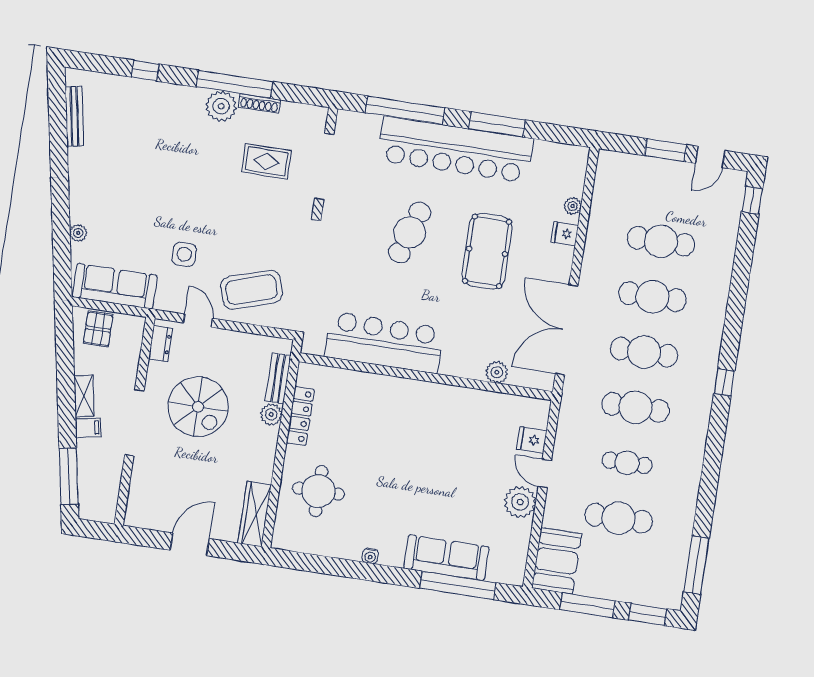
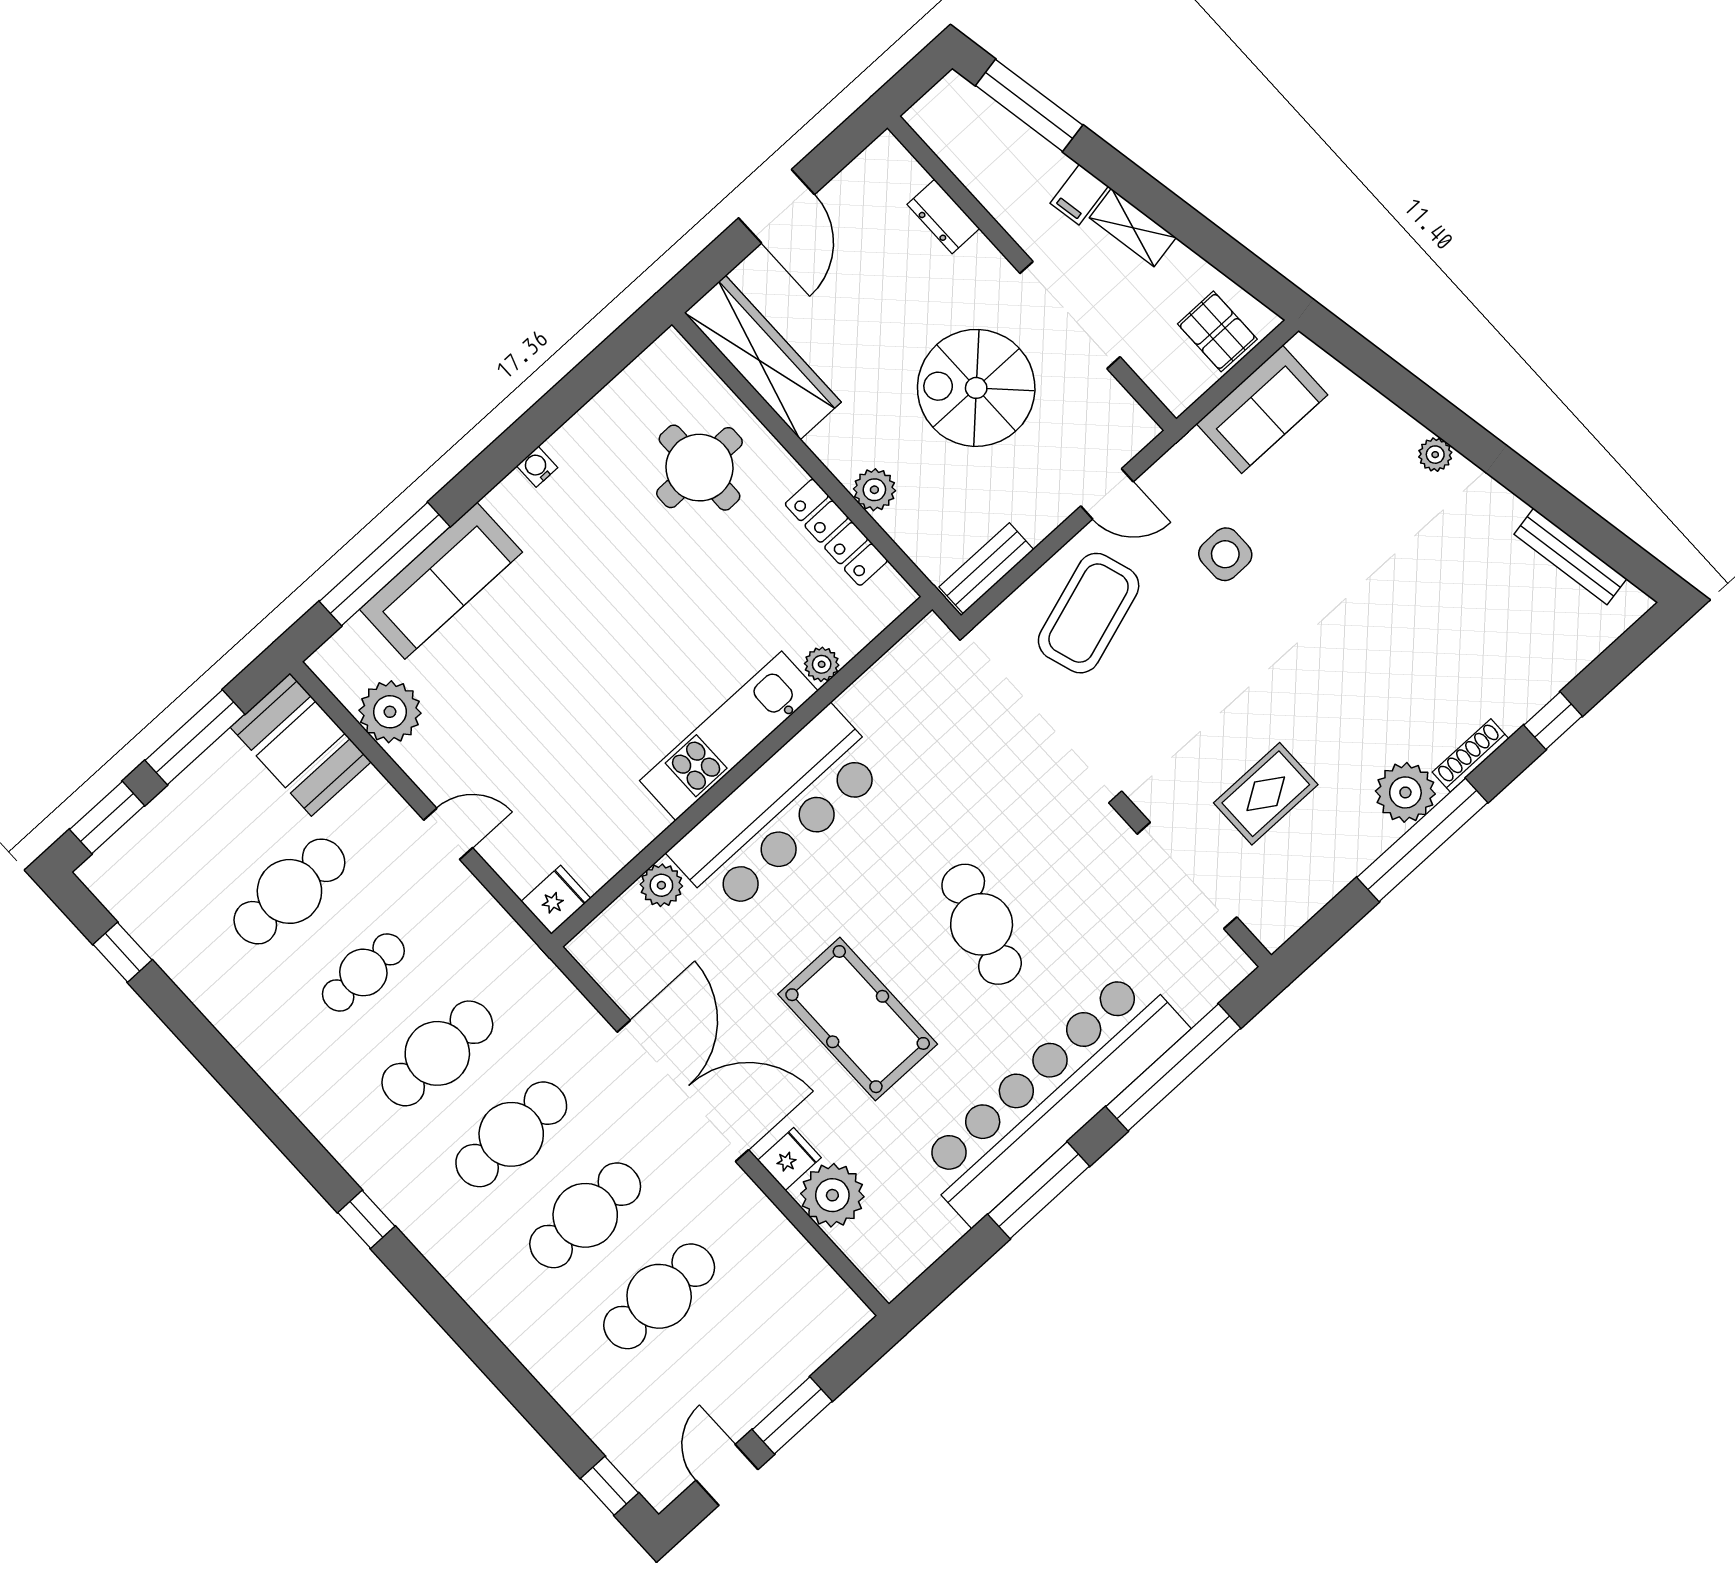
shoe rack: (259, 103) -> (1471, 755), moved
plant: (573, 206) -> (832, 1195), width x1.87, depth x1.87
plant: (78, 233) -> (1435, 455), moved
sofa: (115, 286) -> (1262, 409), width x0.73
double door: (567, 330) -> (683, 1091), moved
dresser: (160, 343) -> (943, 216), moved
bar counter: (384, 343) -> (779, 811), moved
bench: (278, 378) -> (986, 568), moved, turned 90
plant: (357, 379) -> (822, 664), added
kitchen unit: (416, 393) -> (729, 736), added
doorway: (134, 423) -> (1070, 315), moved
fridge: (532, 440) -> (556, 900), moved
plant: (520, 502) -> (390, 712), moved
wardrobe: (255, 514) -> (763, 357), width x1.40, depth x1.17
window: (696, 565) -> (122, 952), width x0.46

